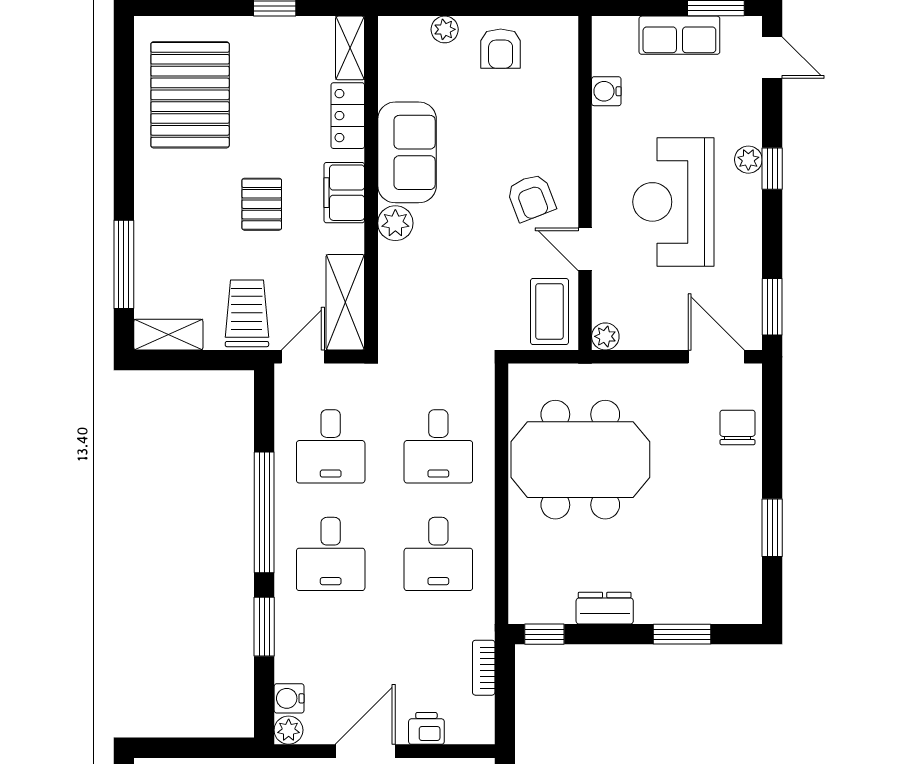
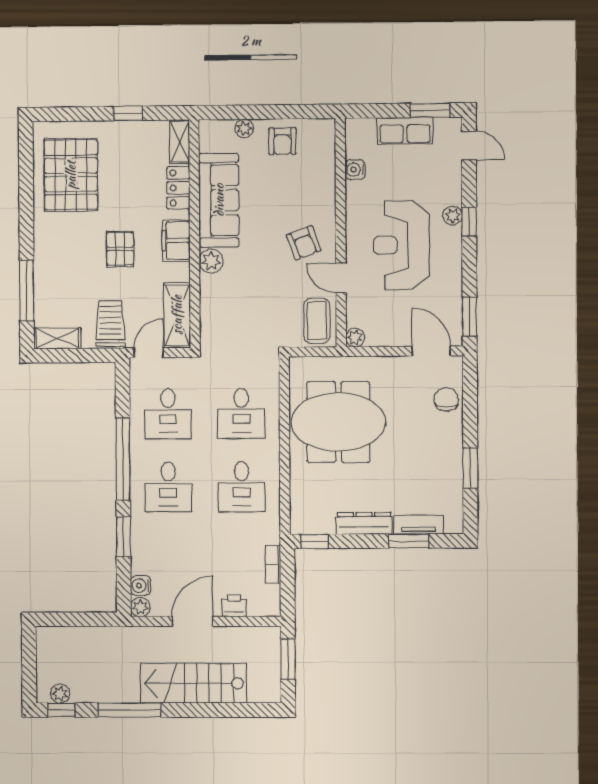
sofa: (407, 152) -> (219, 200), width x1.36
dresser: (605, 608) -> (364, 523), width x1.44
tv unit: (697, 610) -> (419, 525), added

